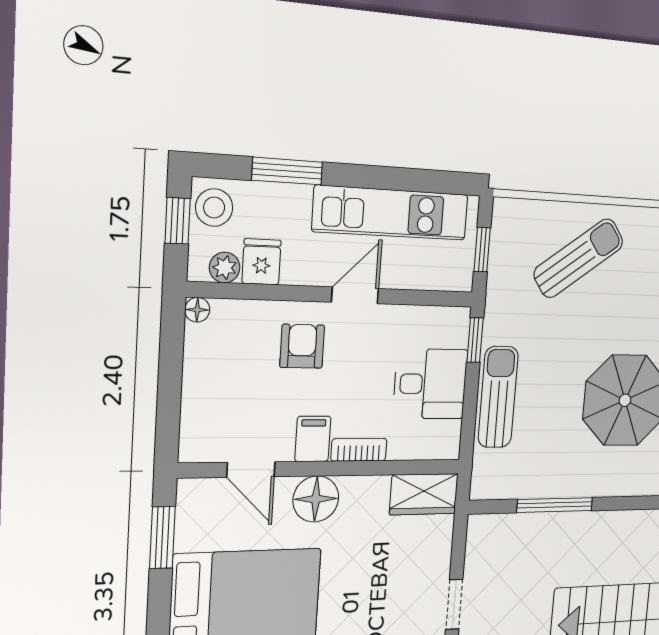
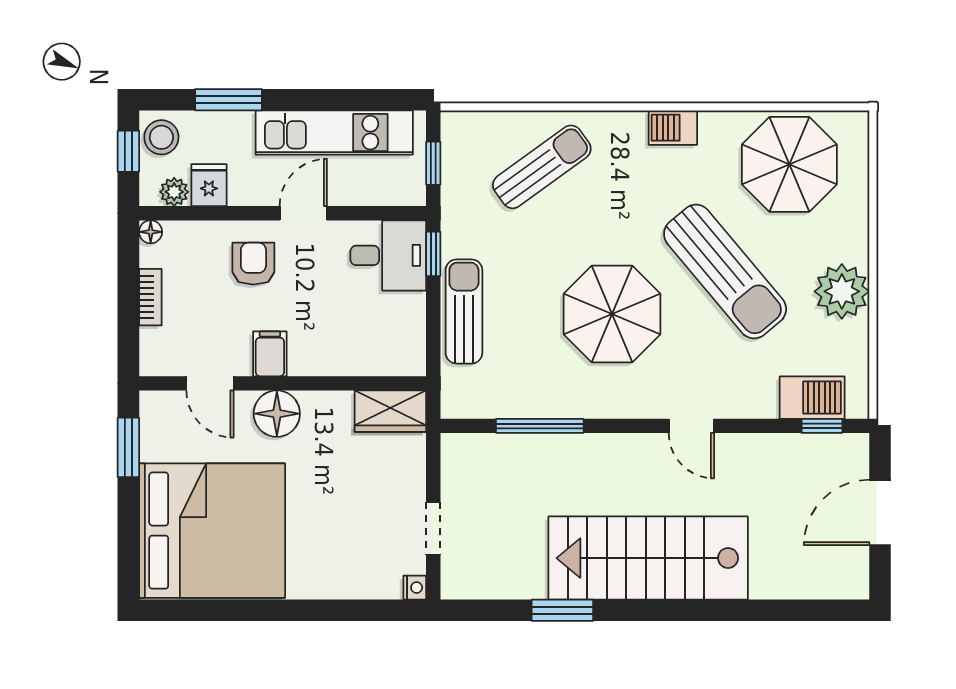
desk: (430, 384) -> (388, 255), moved
bookcase: (359, 450) -> (150, 297), moved, turned 90

